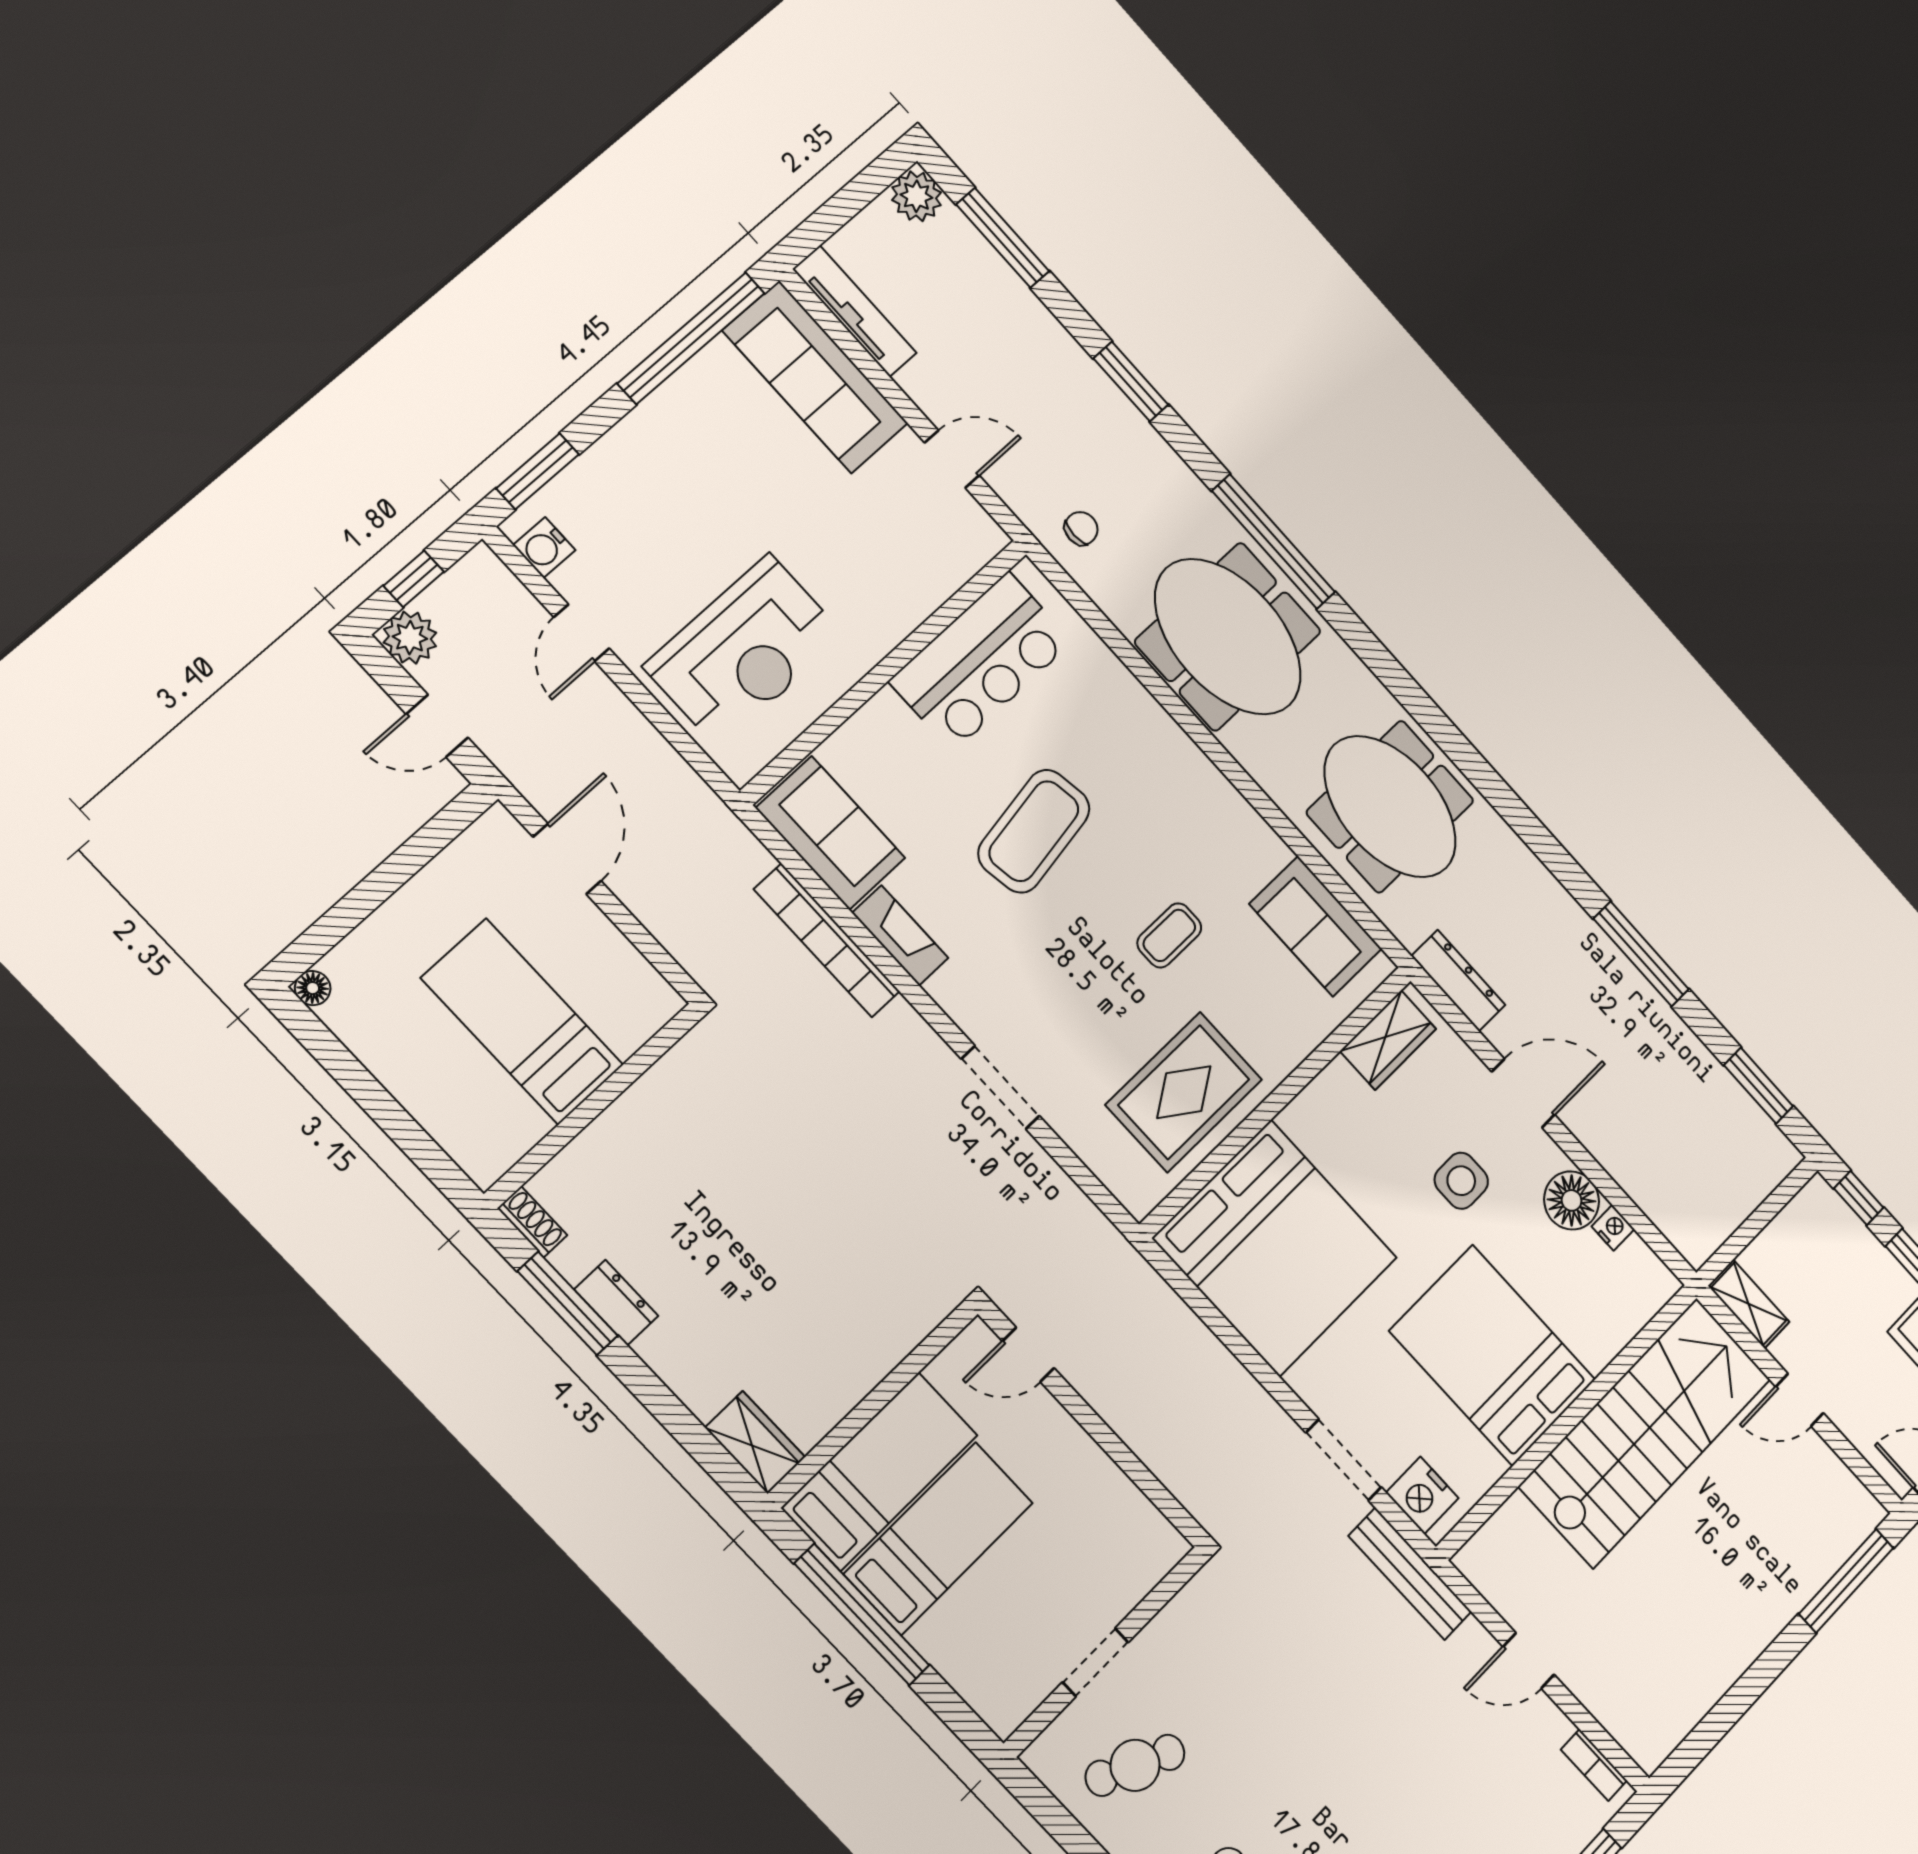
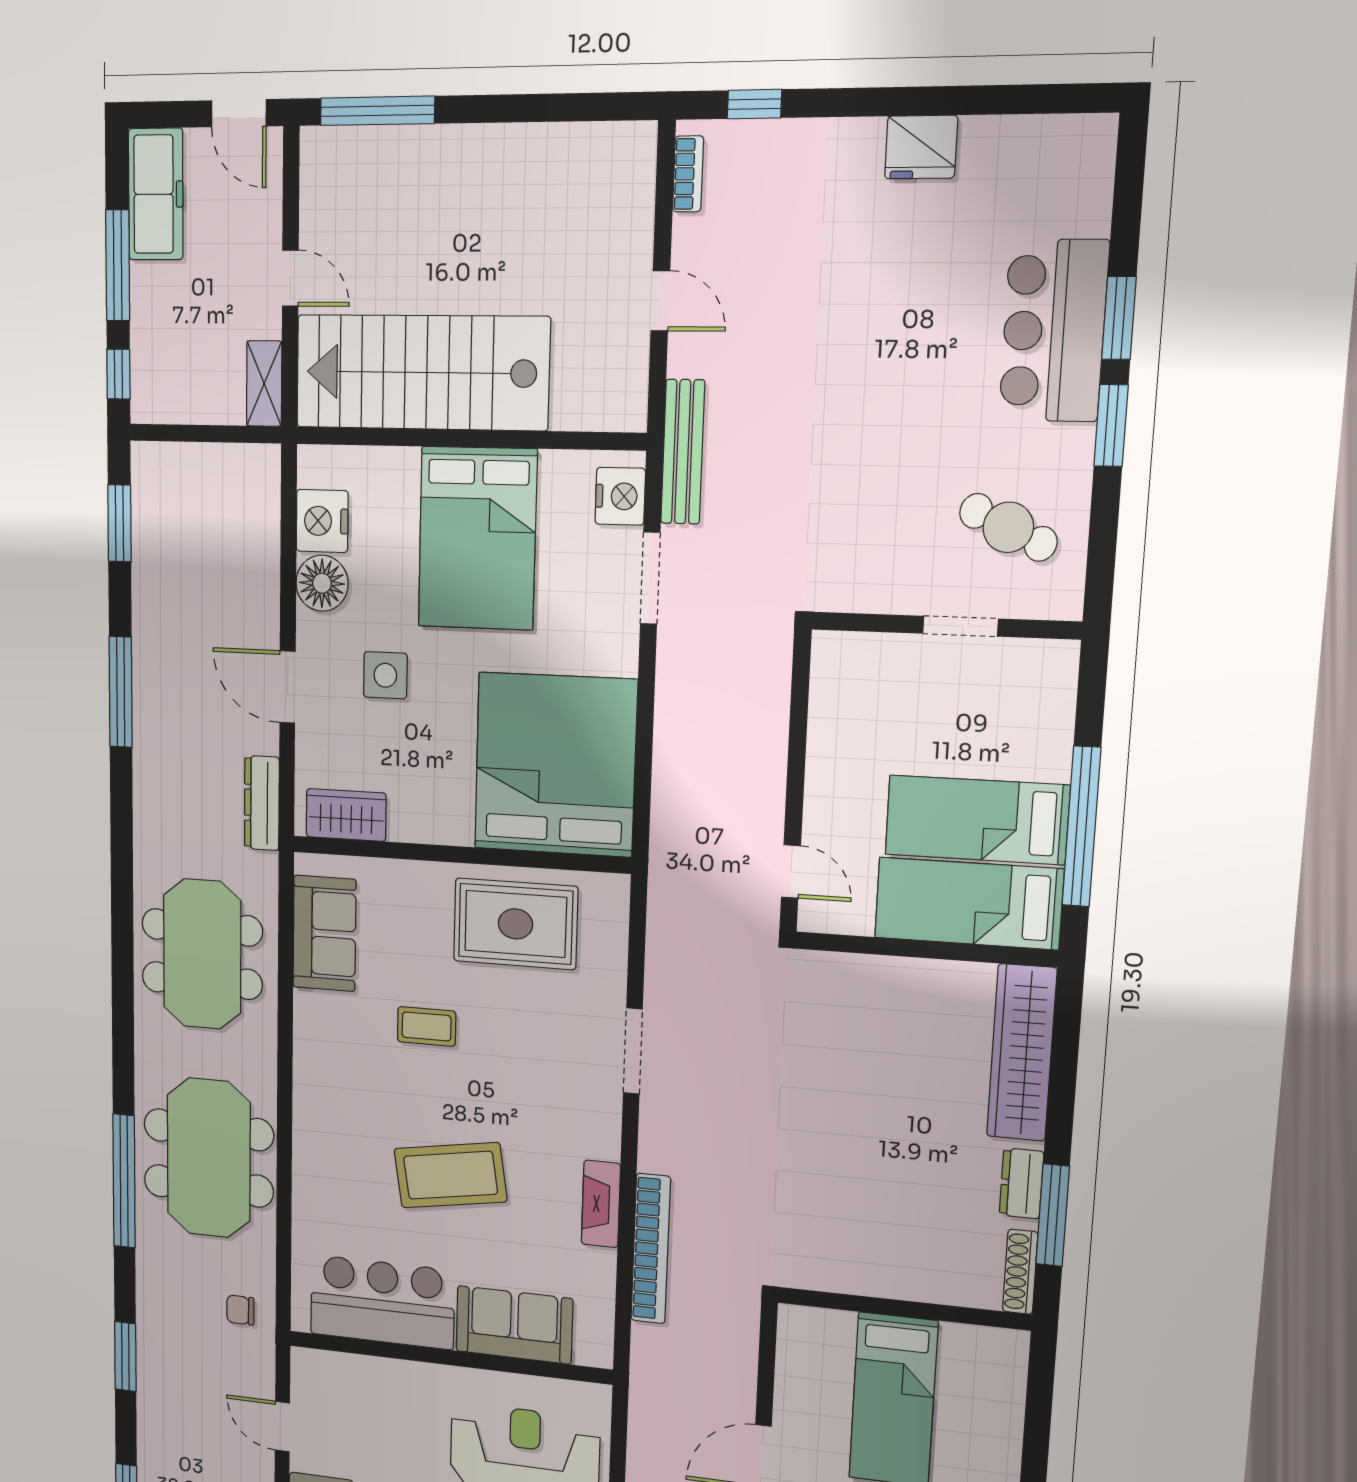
sofa: (830, 833) -> (514, 1325), moved, turned 90
shoe rack: (532, 1222) -> (1020, 1272), width x1.43
nightstand: (1613, 1228) -> (322, 521), width x1.89, depth x1.79
wardrobe: (755, 1442) -> (1022, 1053), width x2.10, depth x1.17

